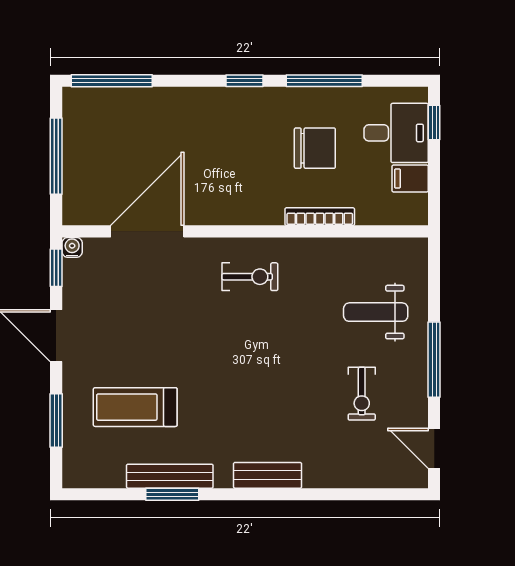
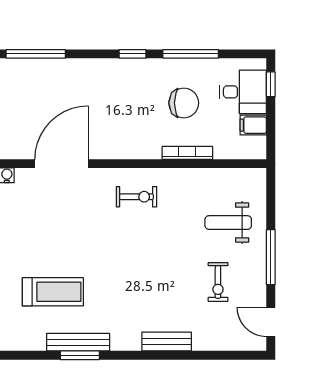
treadmill: (135, 407) -> (53, 292), turned 180
bench: (268, 475) -> (167, 342), moved

